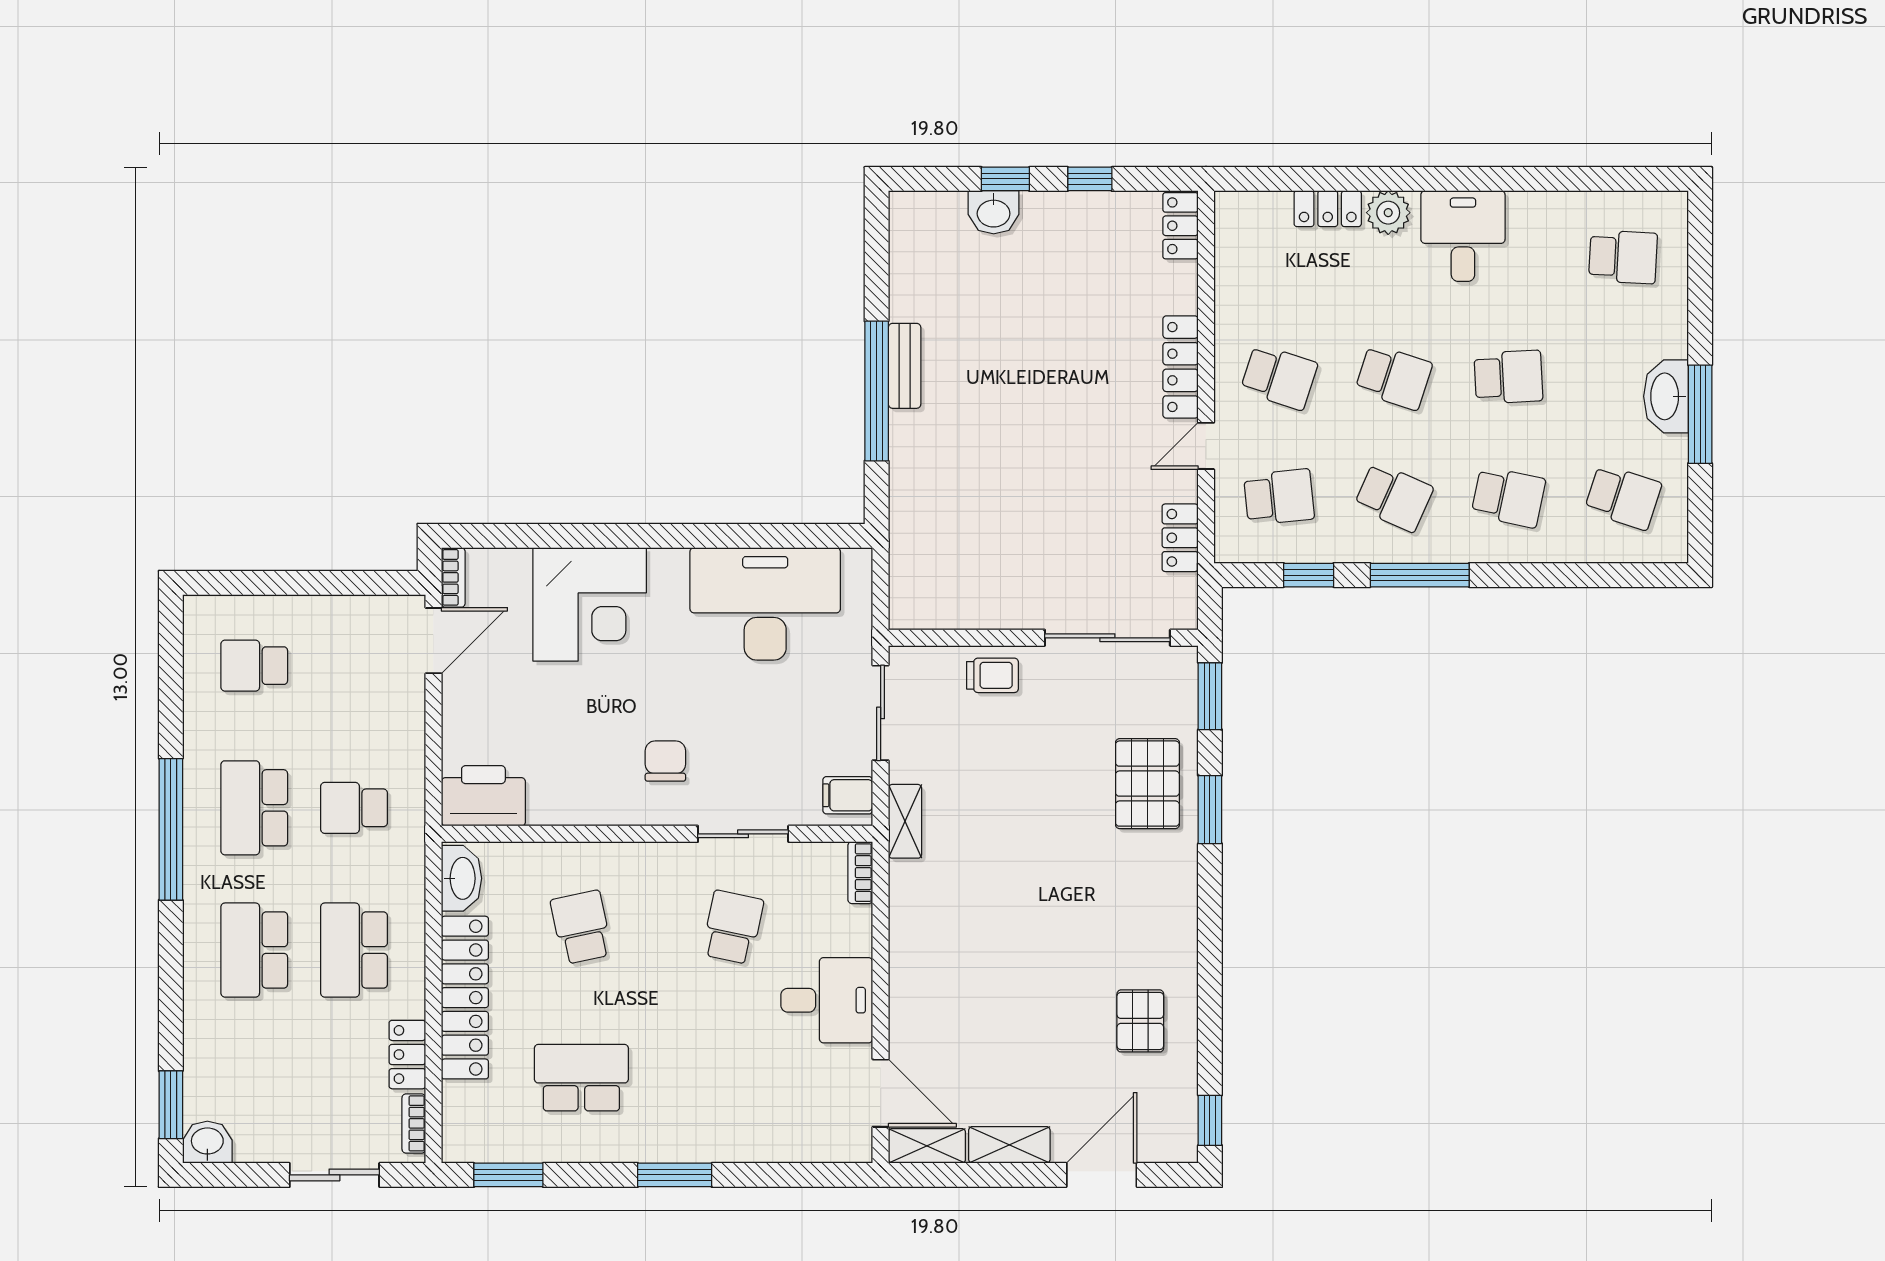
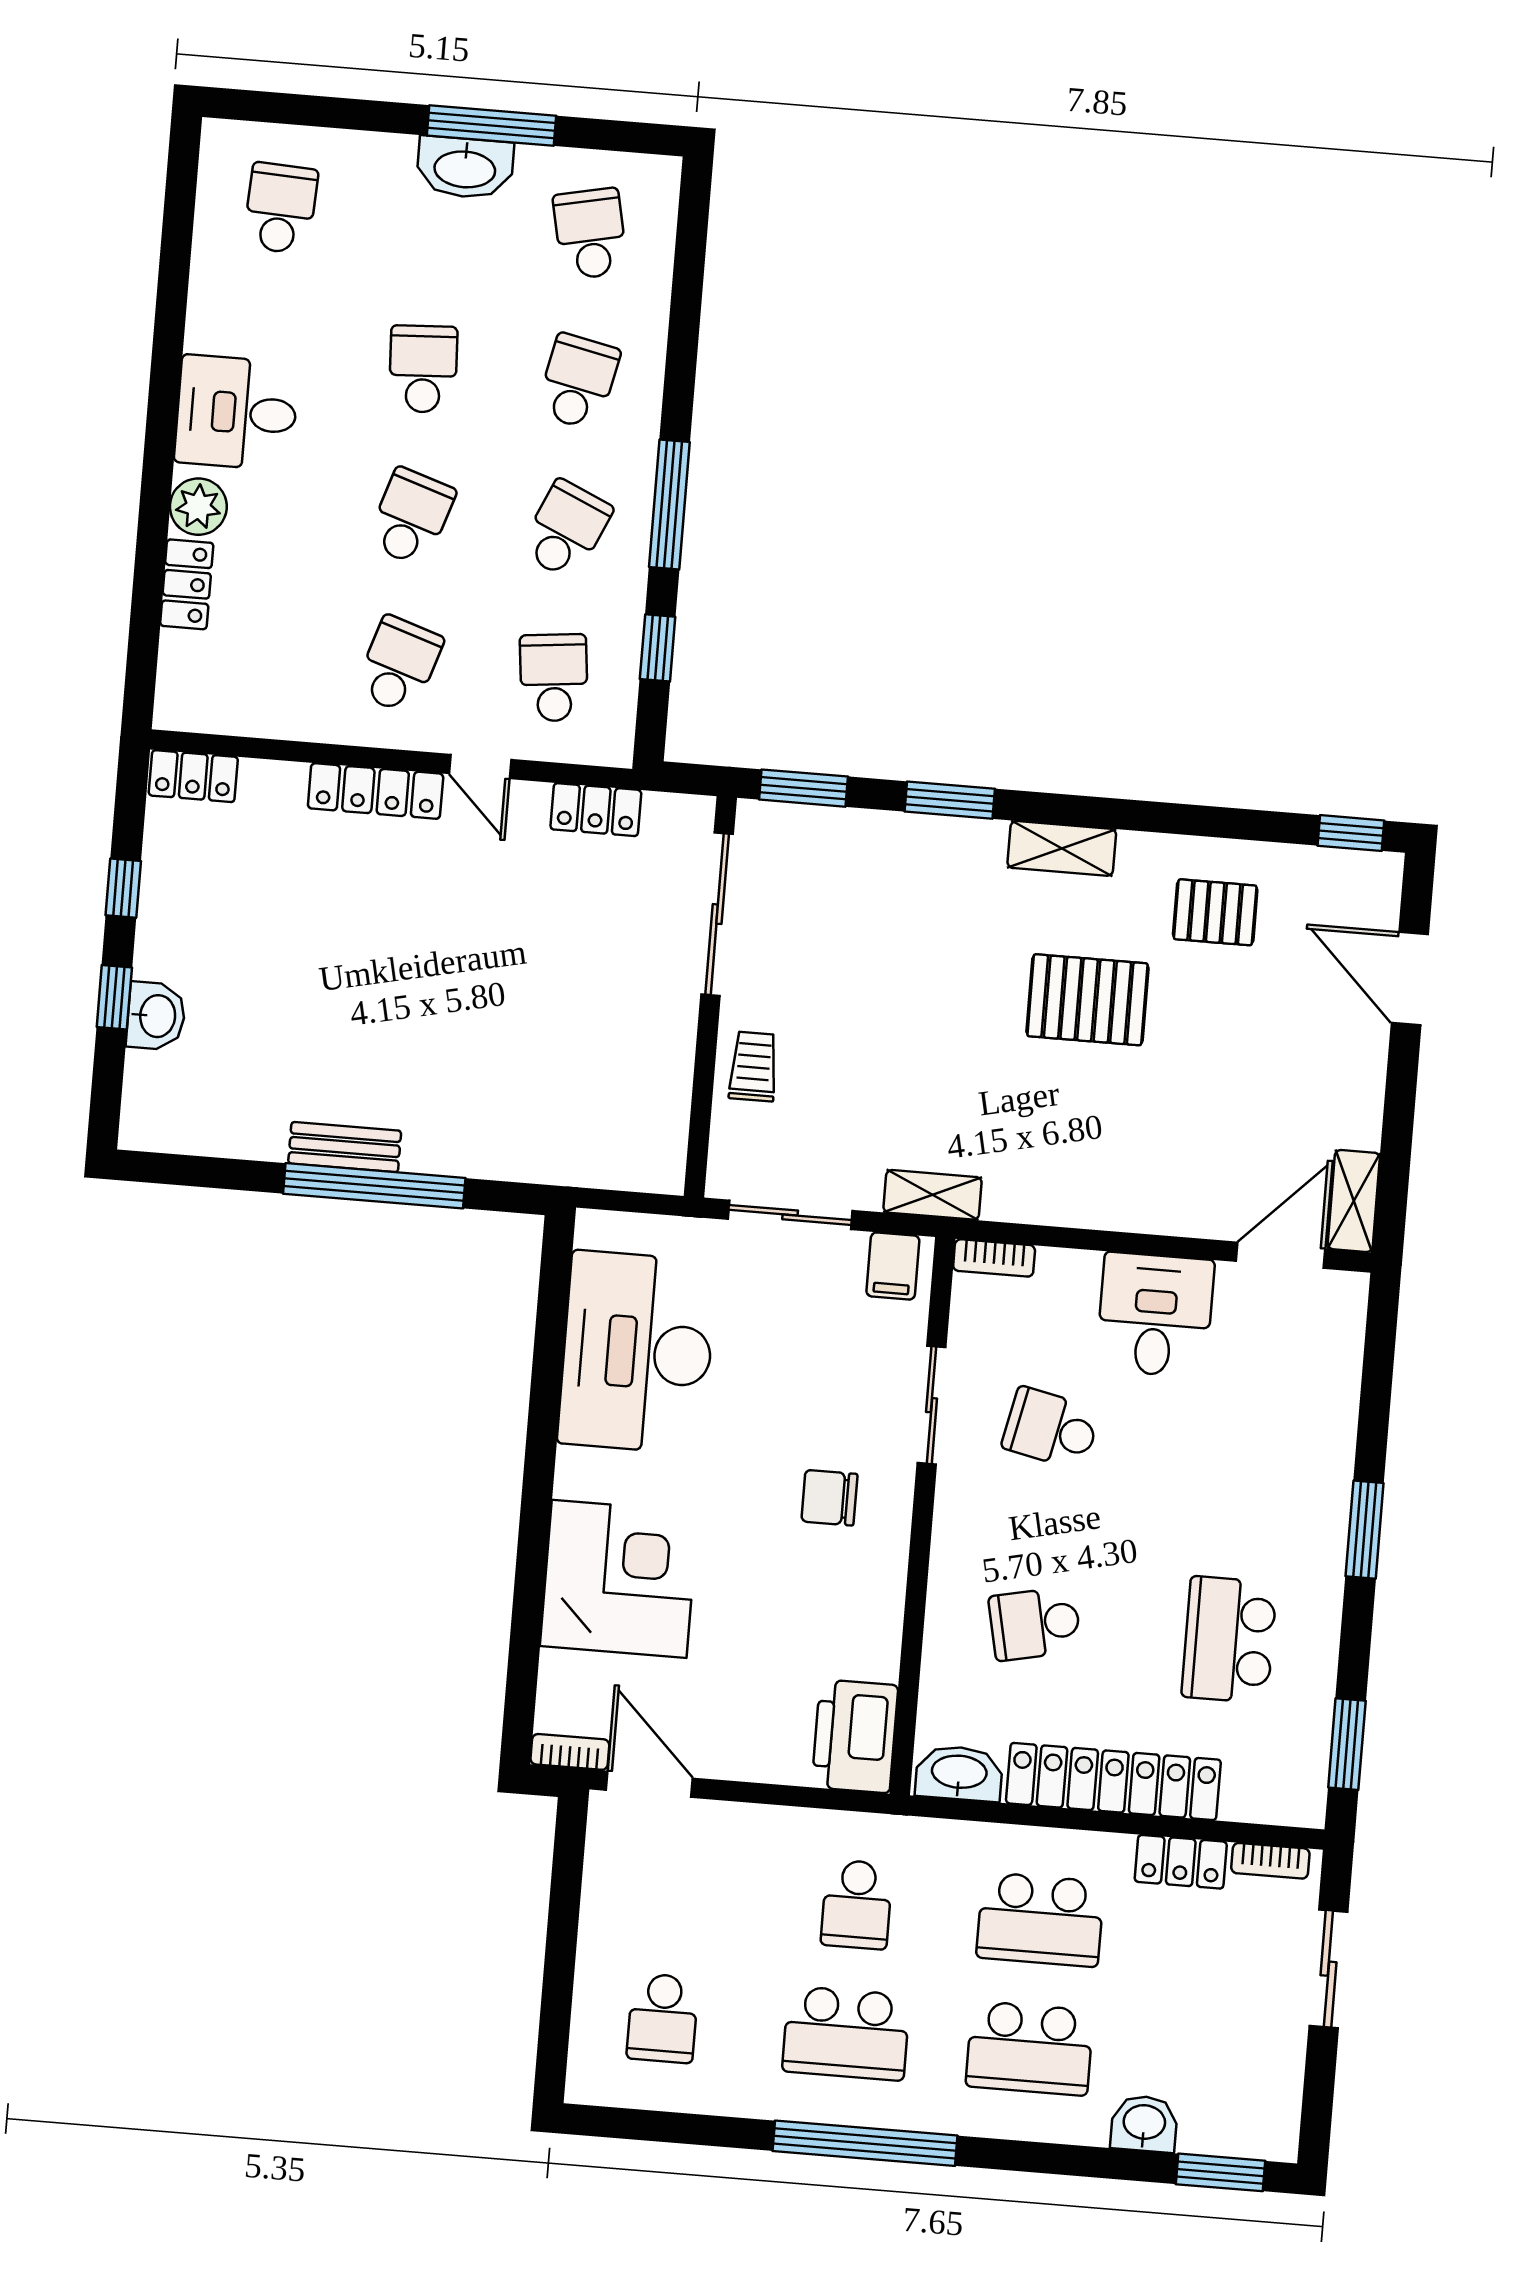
school desk: (1623, 497) -> (590, 234), turned -30
pallet: (1147, 784) -> (1087, 1000), moved
washbasin: (207, 1142) -> (1144, 2124), moved, turned 90
shelving: (1009, 1145) -> (1062, 848), moved, turned 90

